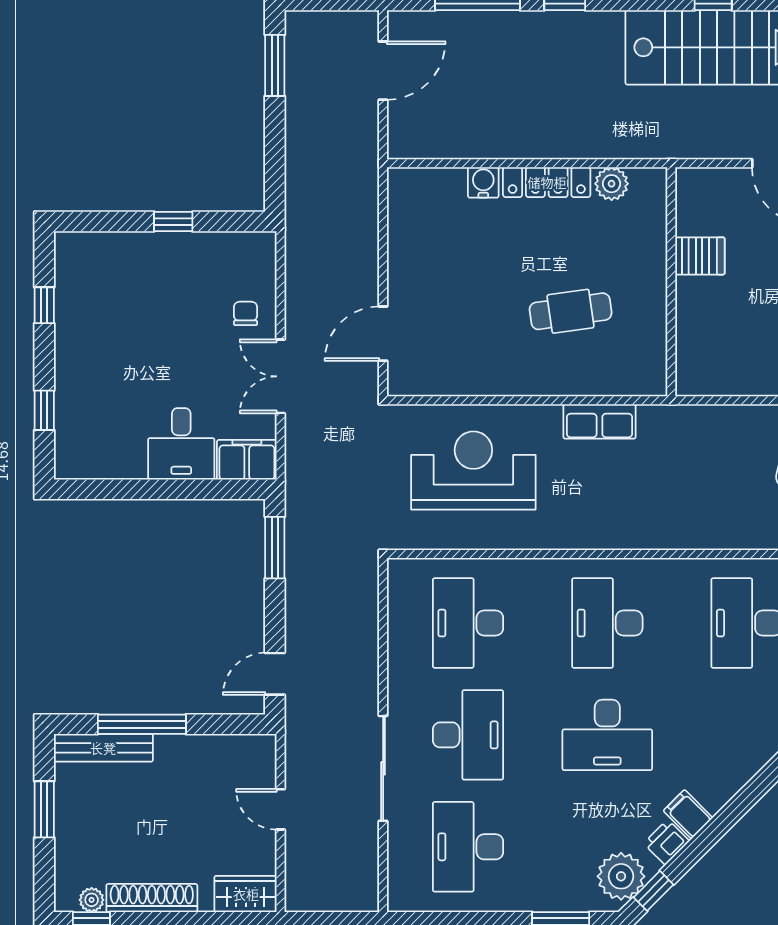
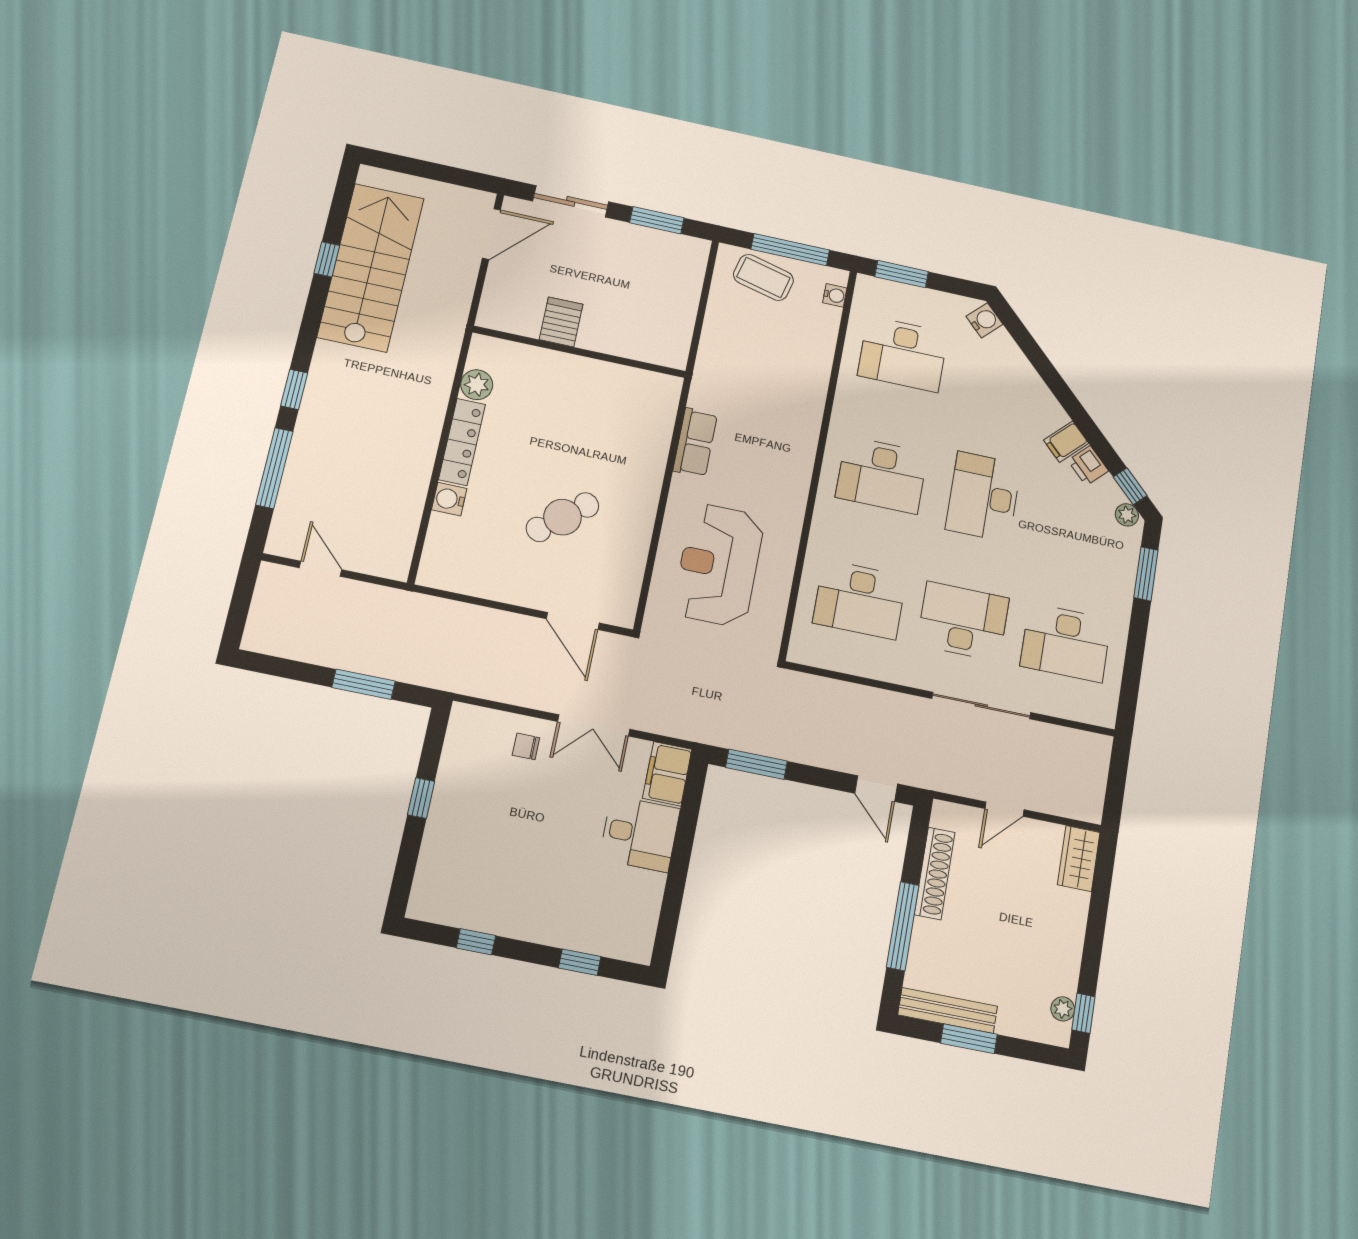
window: (275, 65) -> (364, 684), moved
door: (383, 71) -> (321, 569), width x0.73
cafe table: (571, 311) -> (563, 517), moved, turned 58
desk: (607, 735) -> (983, 497), turned 180
bench: (103, 748) -> (948, 1010), moved, turned 90
plant: (621, 876) -> (1127, 515), width x0.53, depth x0.53
shoe rack: (152, 898) -> (935, 873), moved, turned 180

